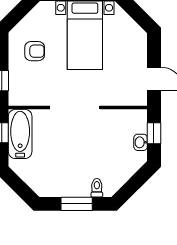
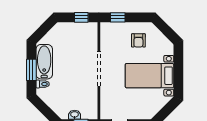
bathtub: (20, 134) -> (44, 62), moved, turned -90

